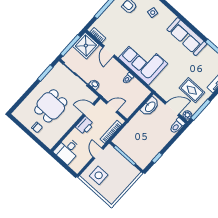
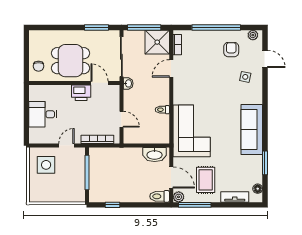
corner sofa: (143, 61) -> (192, 131), moved
door: (89, 110) -> (99, 83), moved
wall: (75, 124) -> (74, 83), moved
printer: (85, 125) -> (81, 93), moved

